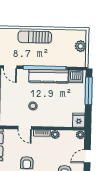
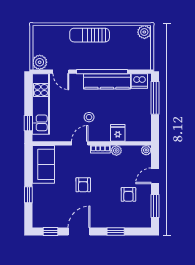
plant: (81, 46) -> (144, 32), moved
fridge: (79, 120) -> (118, 133), moved
door: (25, 128) -> (80, 143), swing flipped

